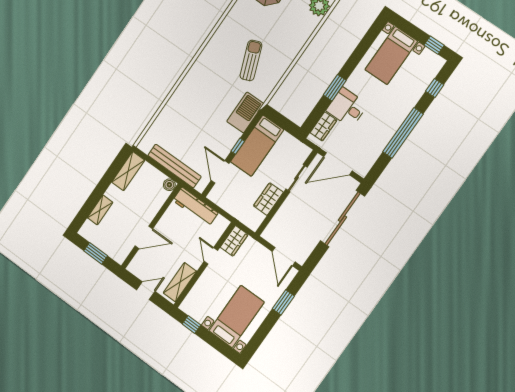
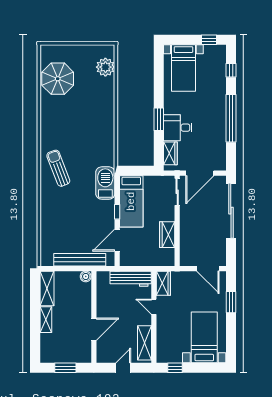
sun lounger: (251, 60) -> (58, 168), moved
door: (220, 172) -> (117, 240), hinge flipped
sliding door: (297, 178) -> (177, 192), moved
workbench: (195, 207) -> (131, 279), moved
shelving: (100, 210) -> (46, 320), moved

